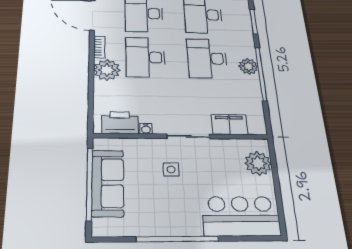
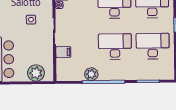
plant: (248, 66) -> (91, 74), moved
filing cabinet: (229, 125) -> (63, 52), width x0.50

